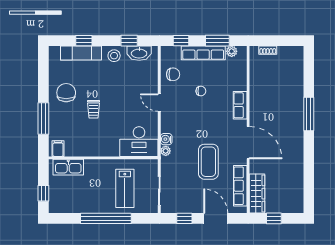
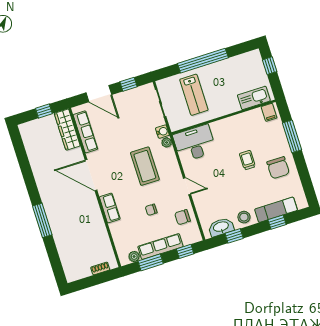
water cooler: (166, 139) -> (162, 132), moved
coffee table: (208, 162) -> (145, 166), moved
lab bench: (125, 188) -> (194, 95), turned 180

